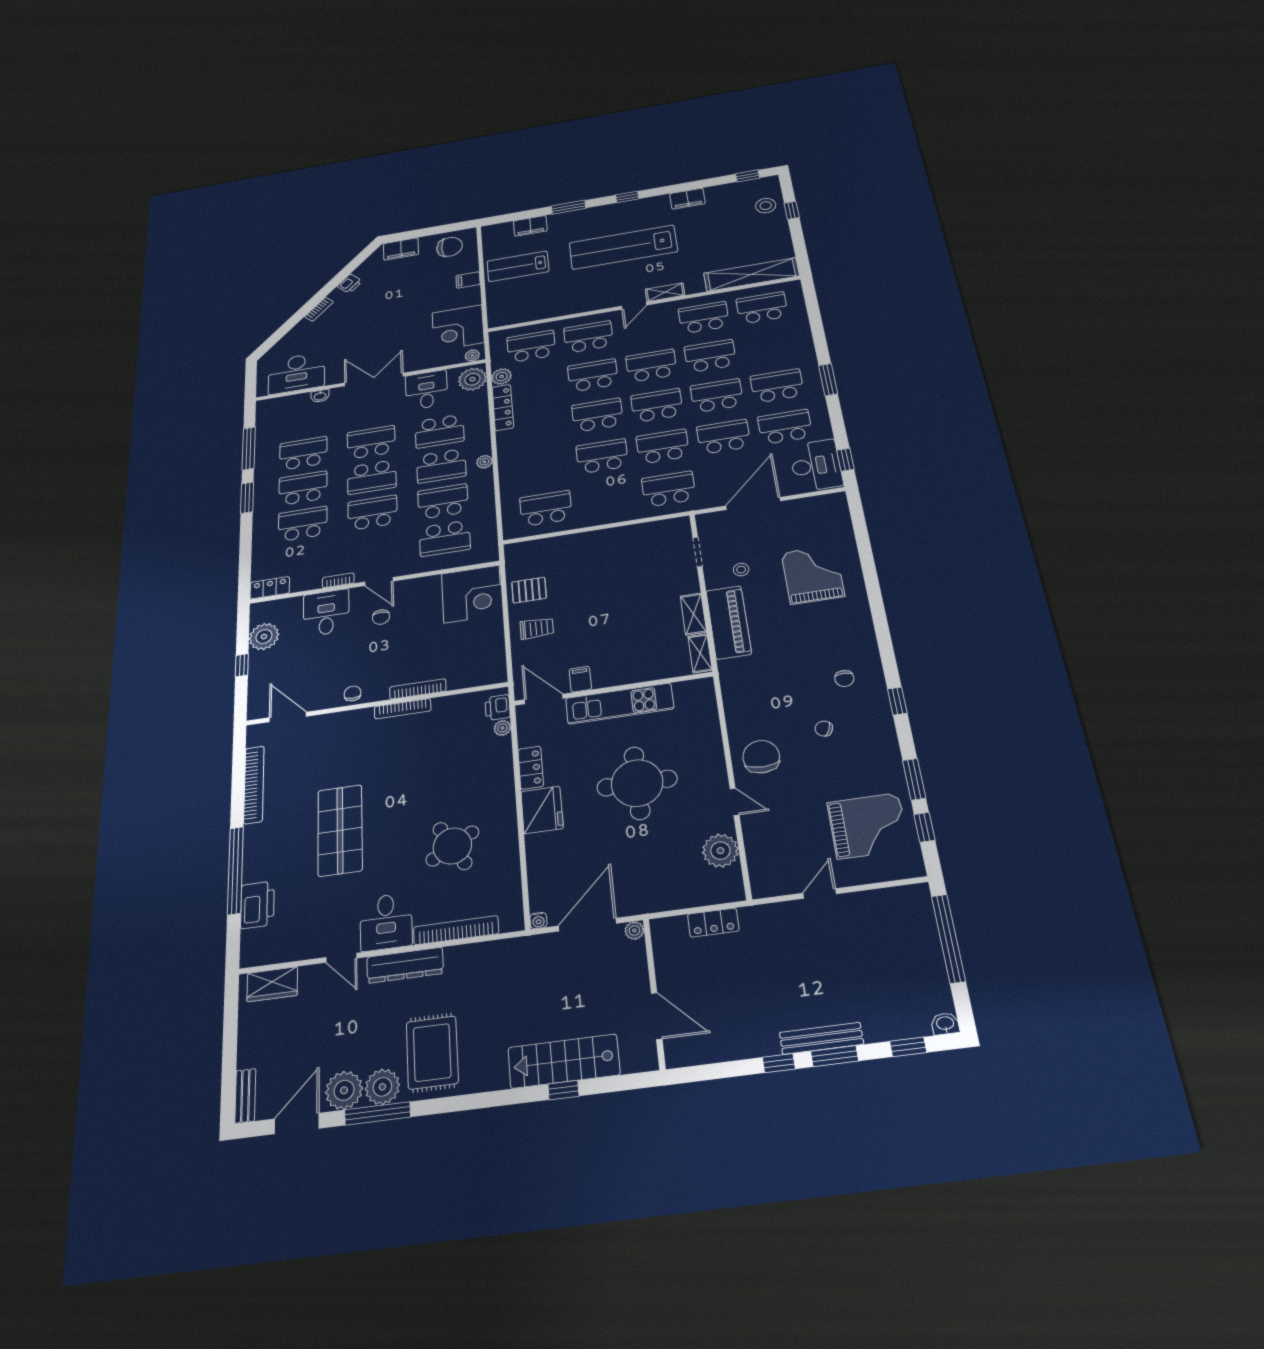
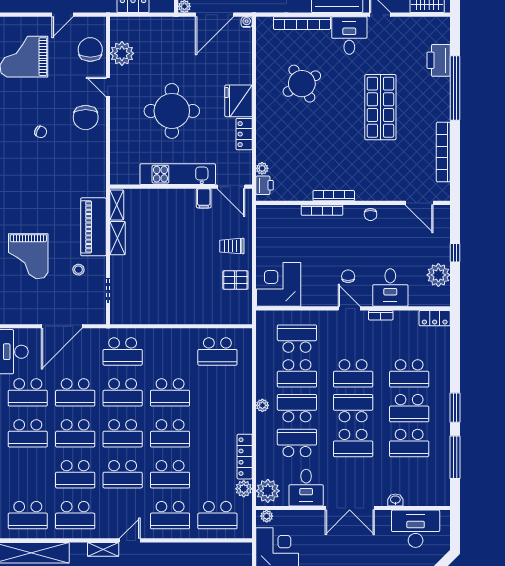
chair: (844, 678) -> (90, 50), moved, width x1.87, depth x1.87

